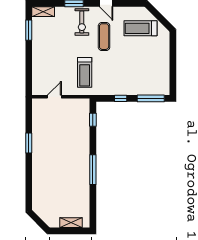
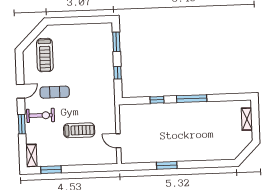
treadmill: (85, 72) -> (79, 130), moved
window: (151, 98) -> (116, 42), width x0.69
window: (93, 120) -> (157, 100), moved

